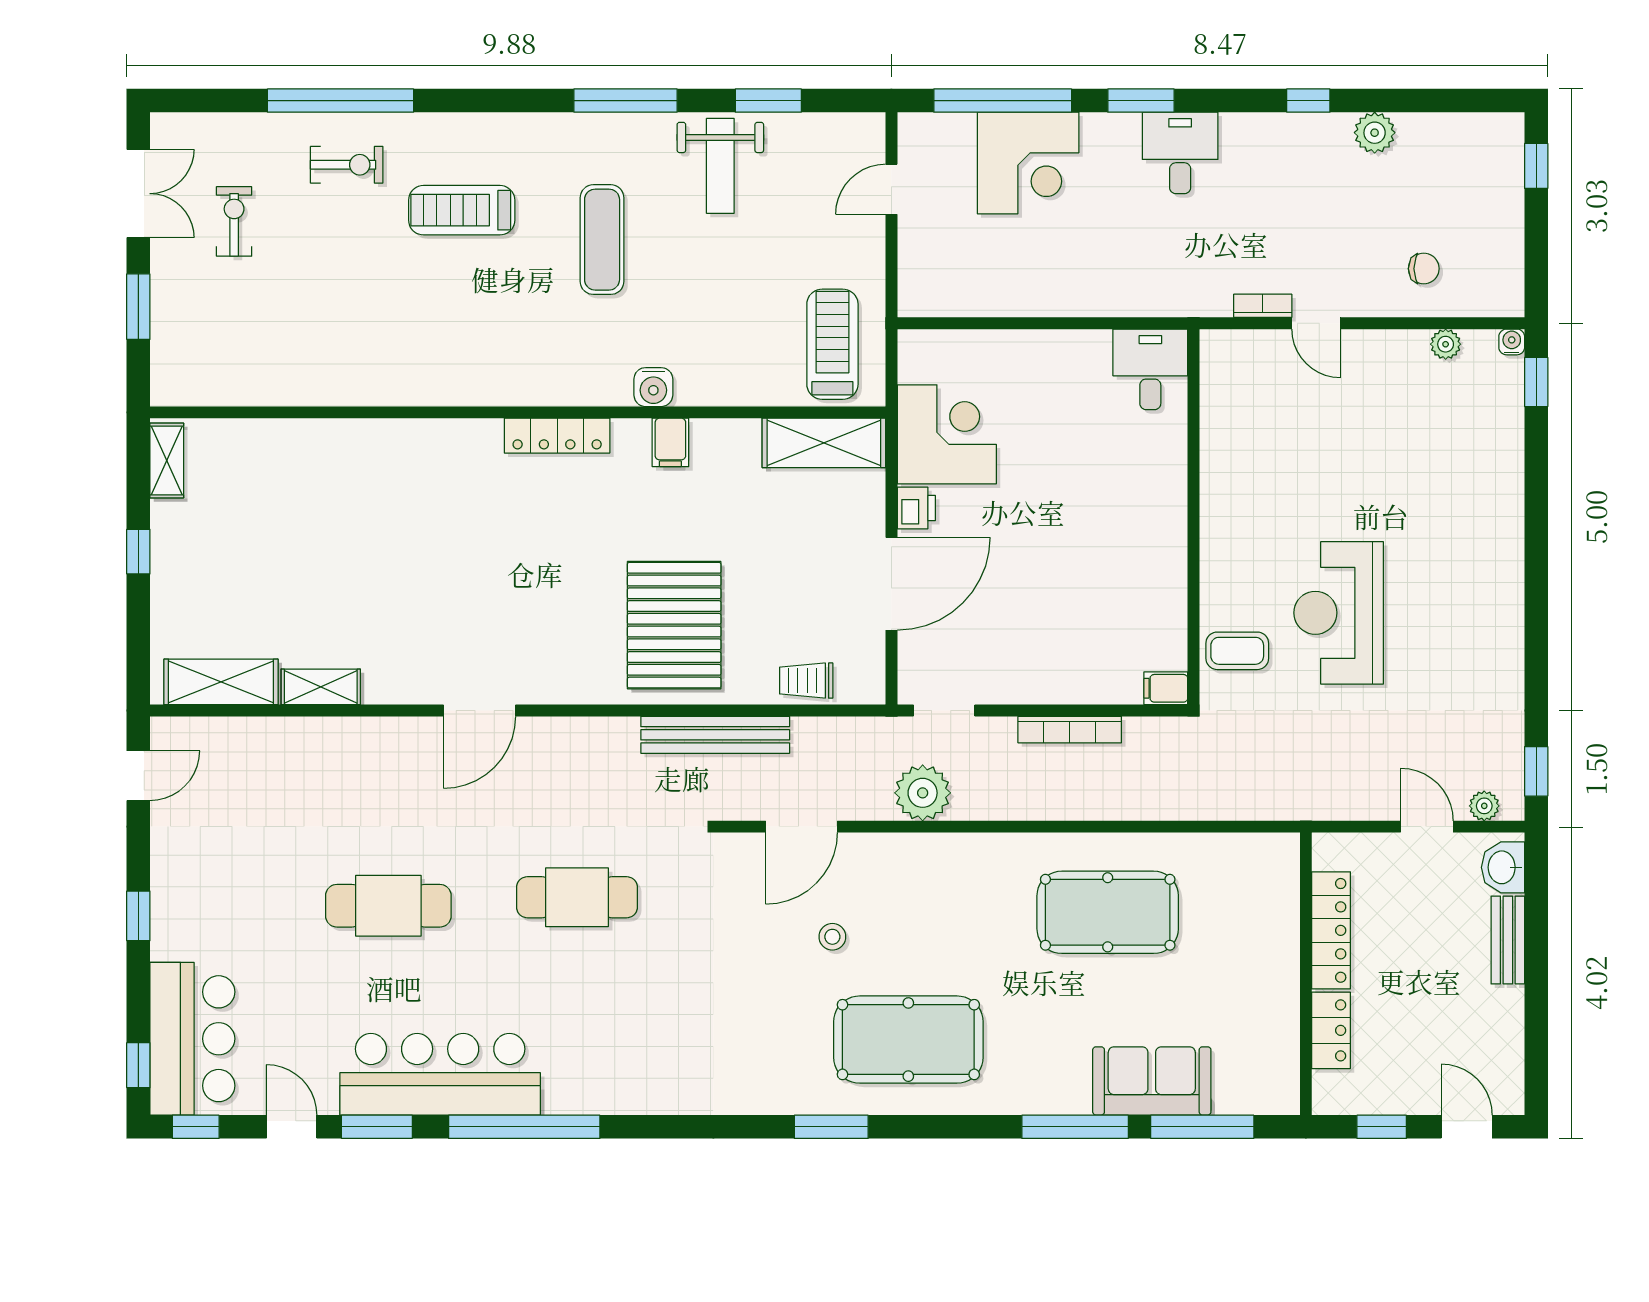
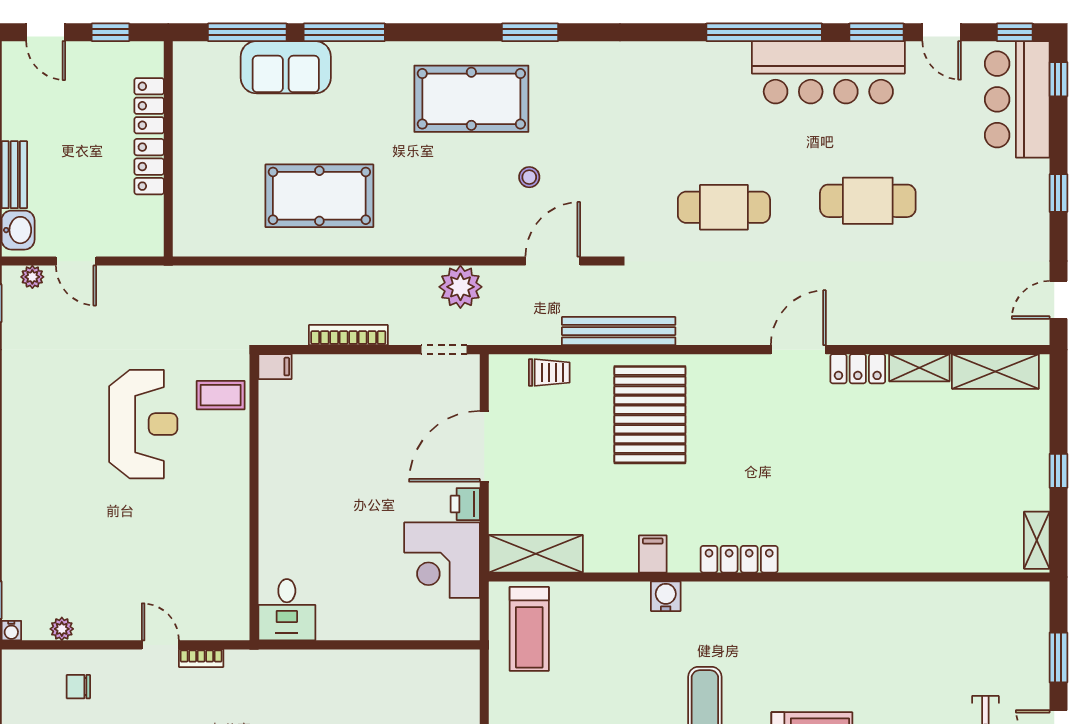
locker: (401, 685) -> (858, 369), added
locker: (1331, 930) -> (149, 167), width x0.66

